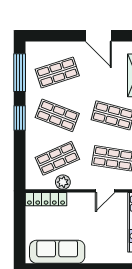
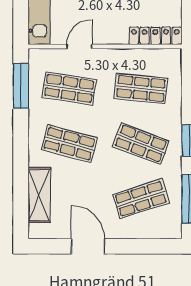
shop shelf: (57, 158) -> (141, 88), turned 30
plant: (63, 182) -> (134, 58), removed

